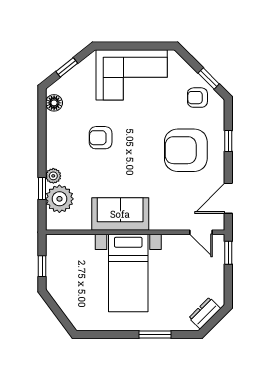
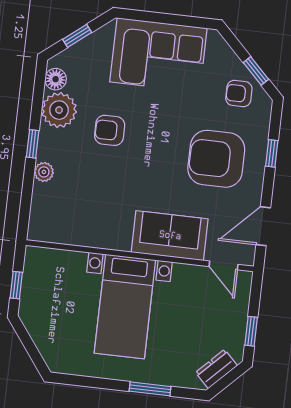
window: (42, 189) -> (33, 144), moved
plant: (59, 199) -> (59, 110), moved
sofa: (120, 214) -> (170, 236), moved
window: (228, 253) -> (251, 331), moved

